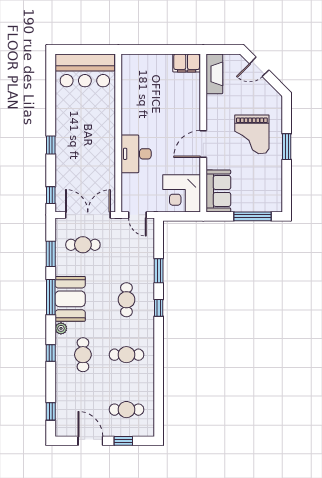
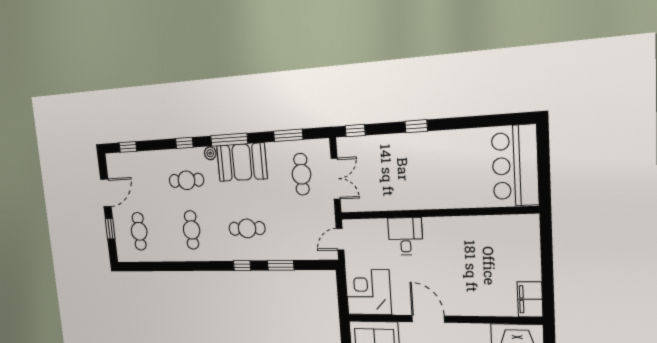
desk: (136, 154) -> (405, 236), width x0.73
double door: (88, 215) -> (336, 179), width x0.73
window: (51, 297) -> (229, 140), moved

